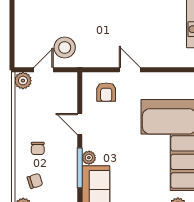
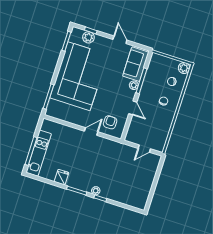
stool: (65, 48) -> (127, 158), removed
door: (130, 70) -> (91, 132), swing flipped
plant: (23, 81) -> (159, 146), removed

